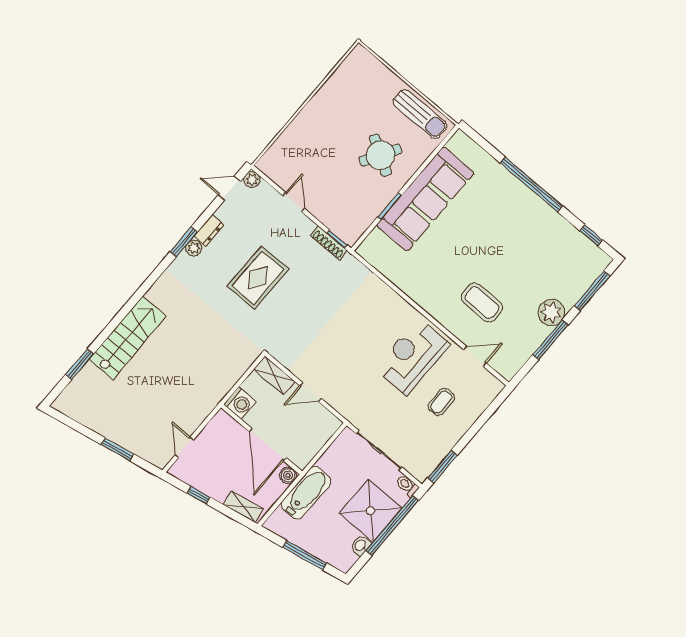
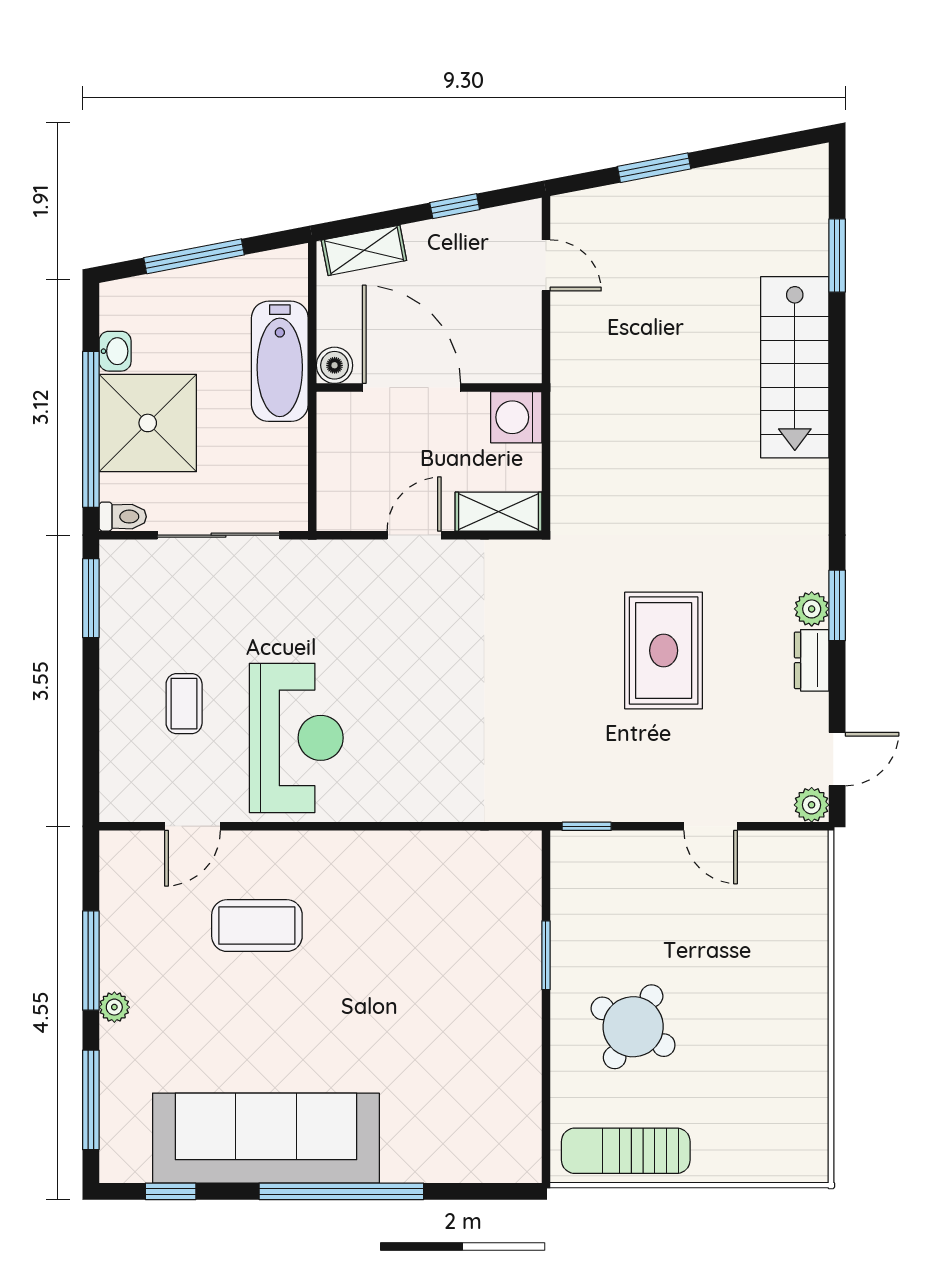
sofa: (425, 199) -> (266, 1138), moved, turned 90
shoe rack: (329, 243) -> (595, 808), removed
plant: (551, 312) -> (114, 1007), width x0.53, depth x0.53

